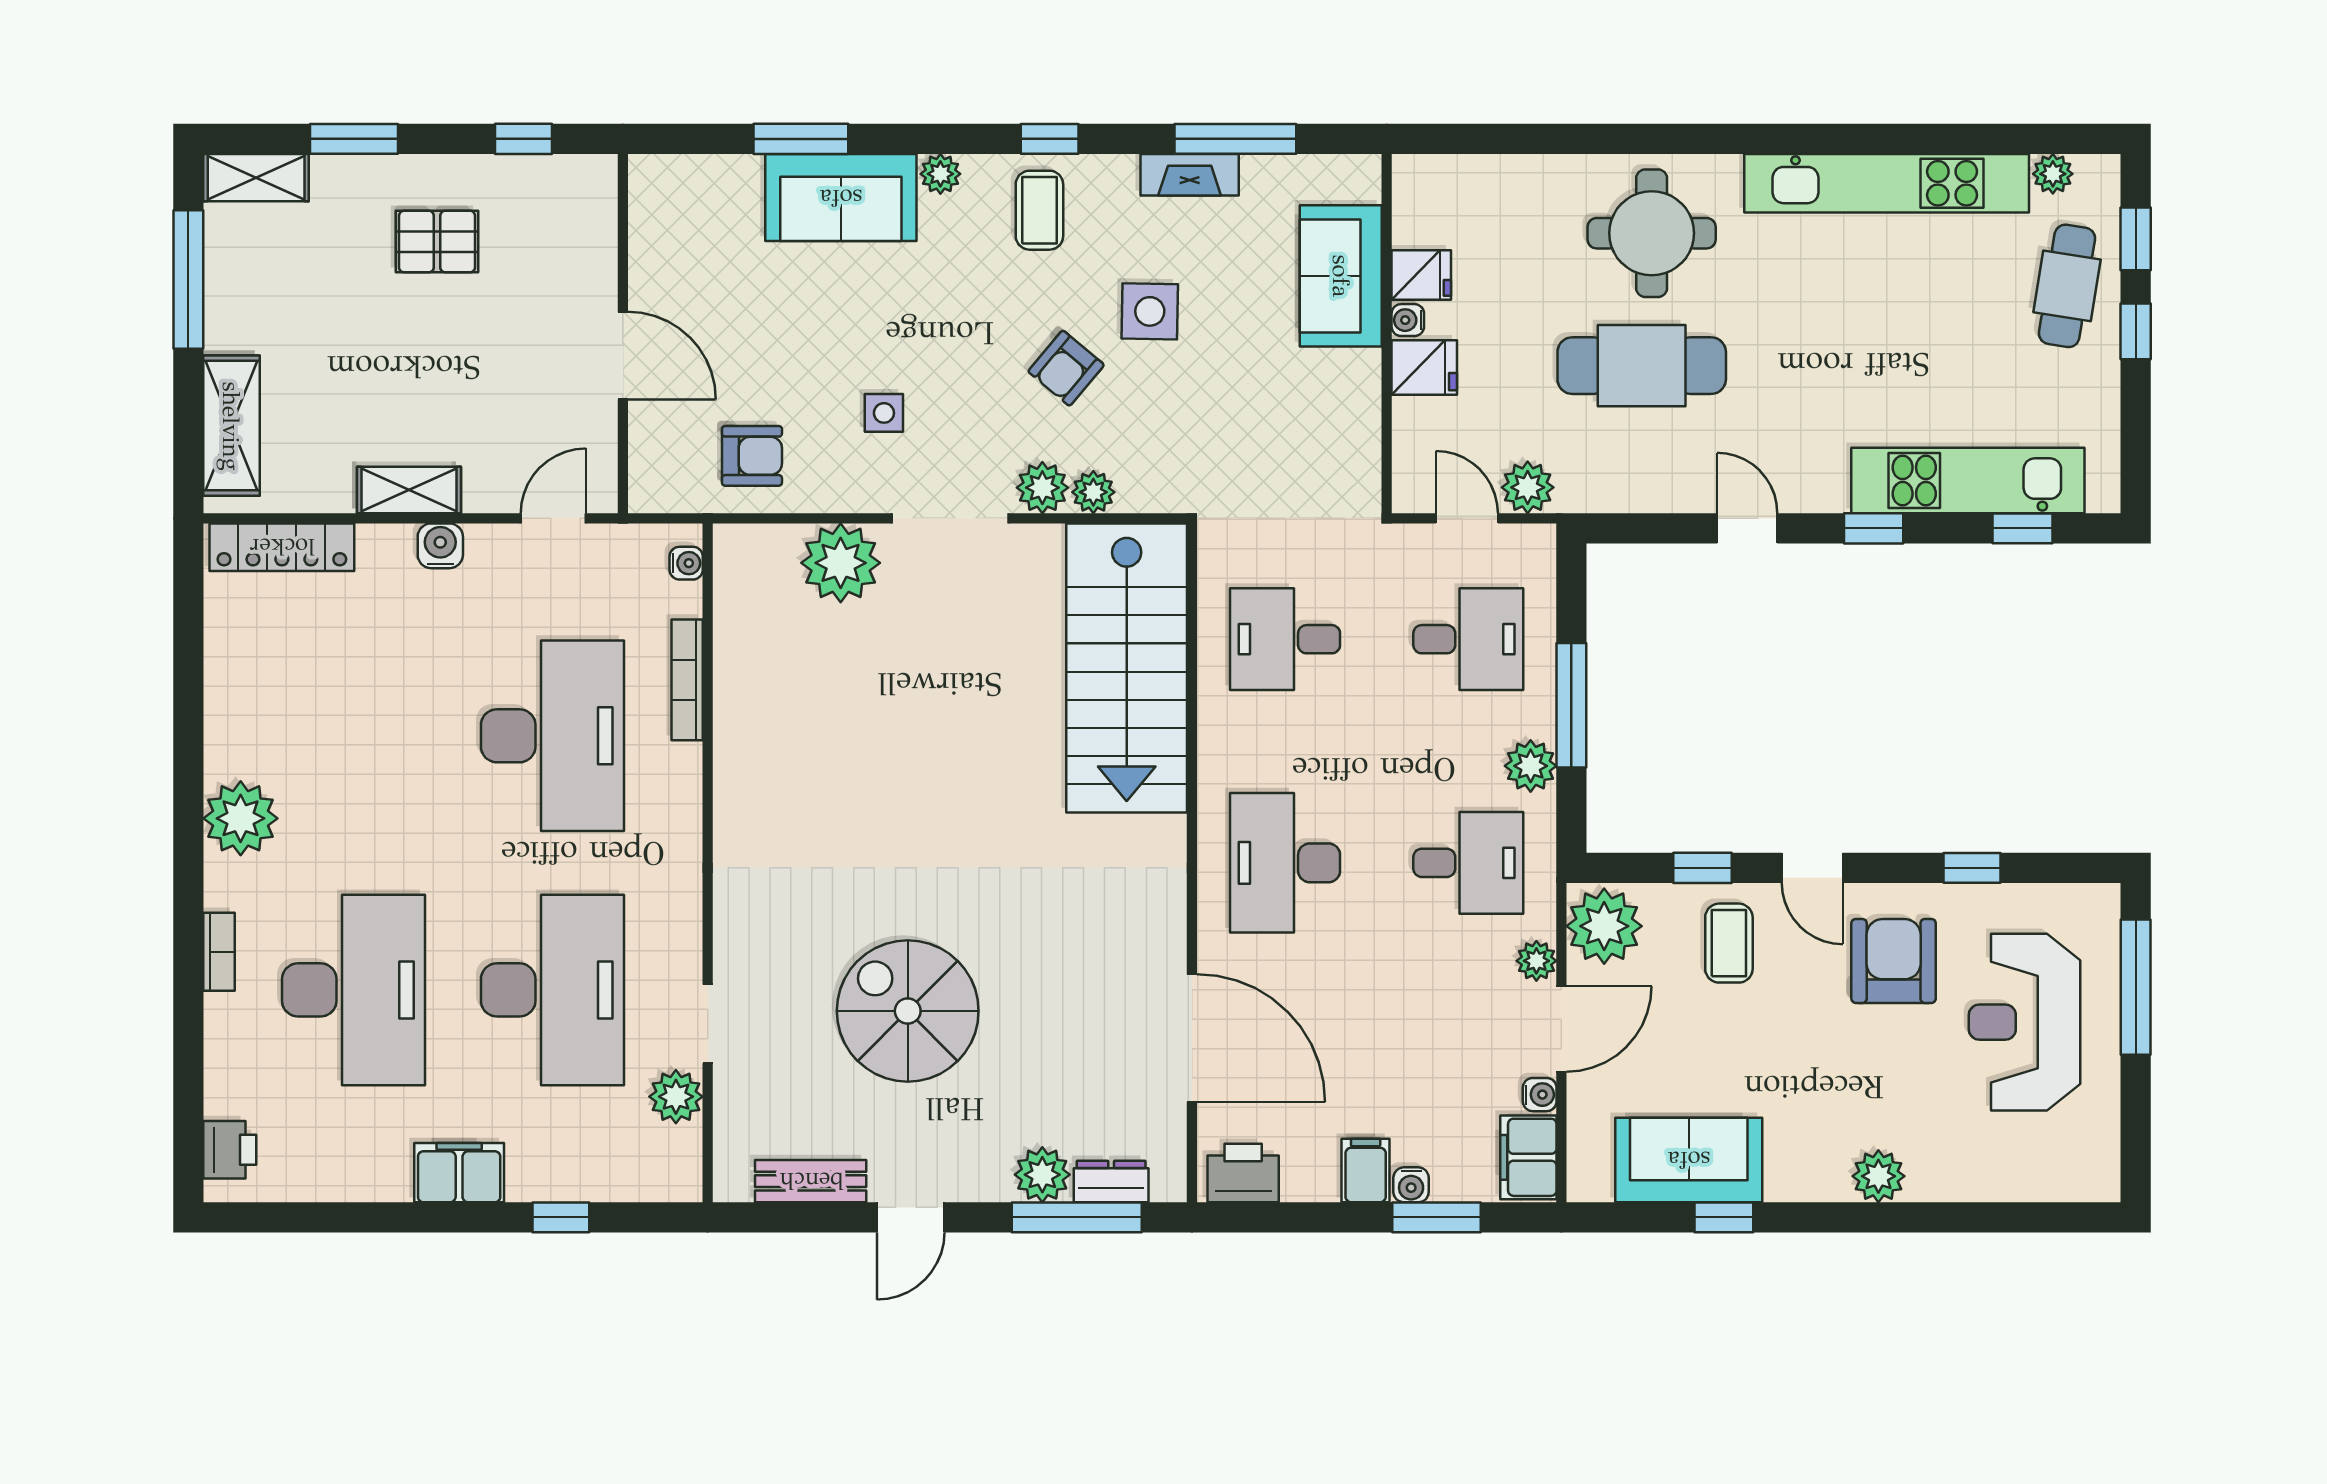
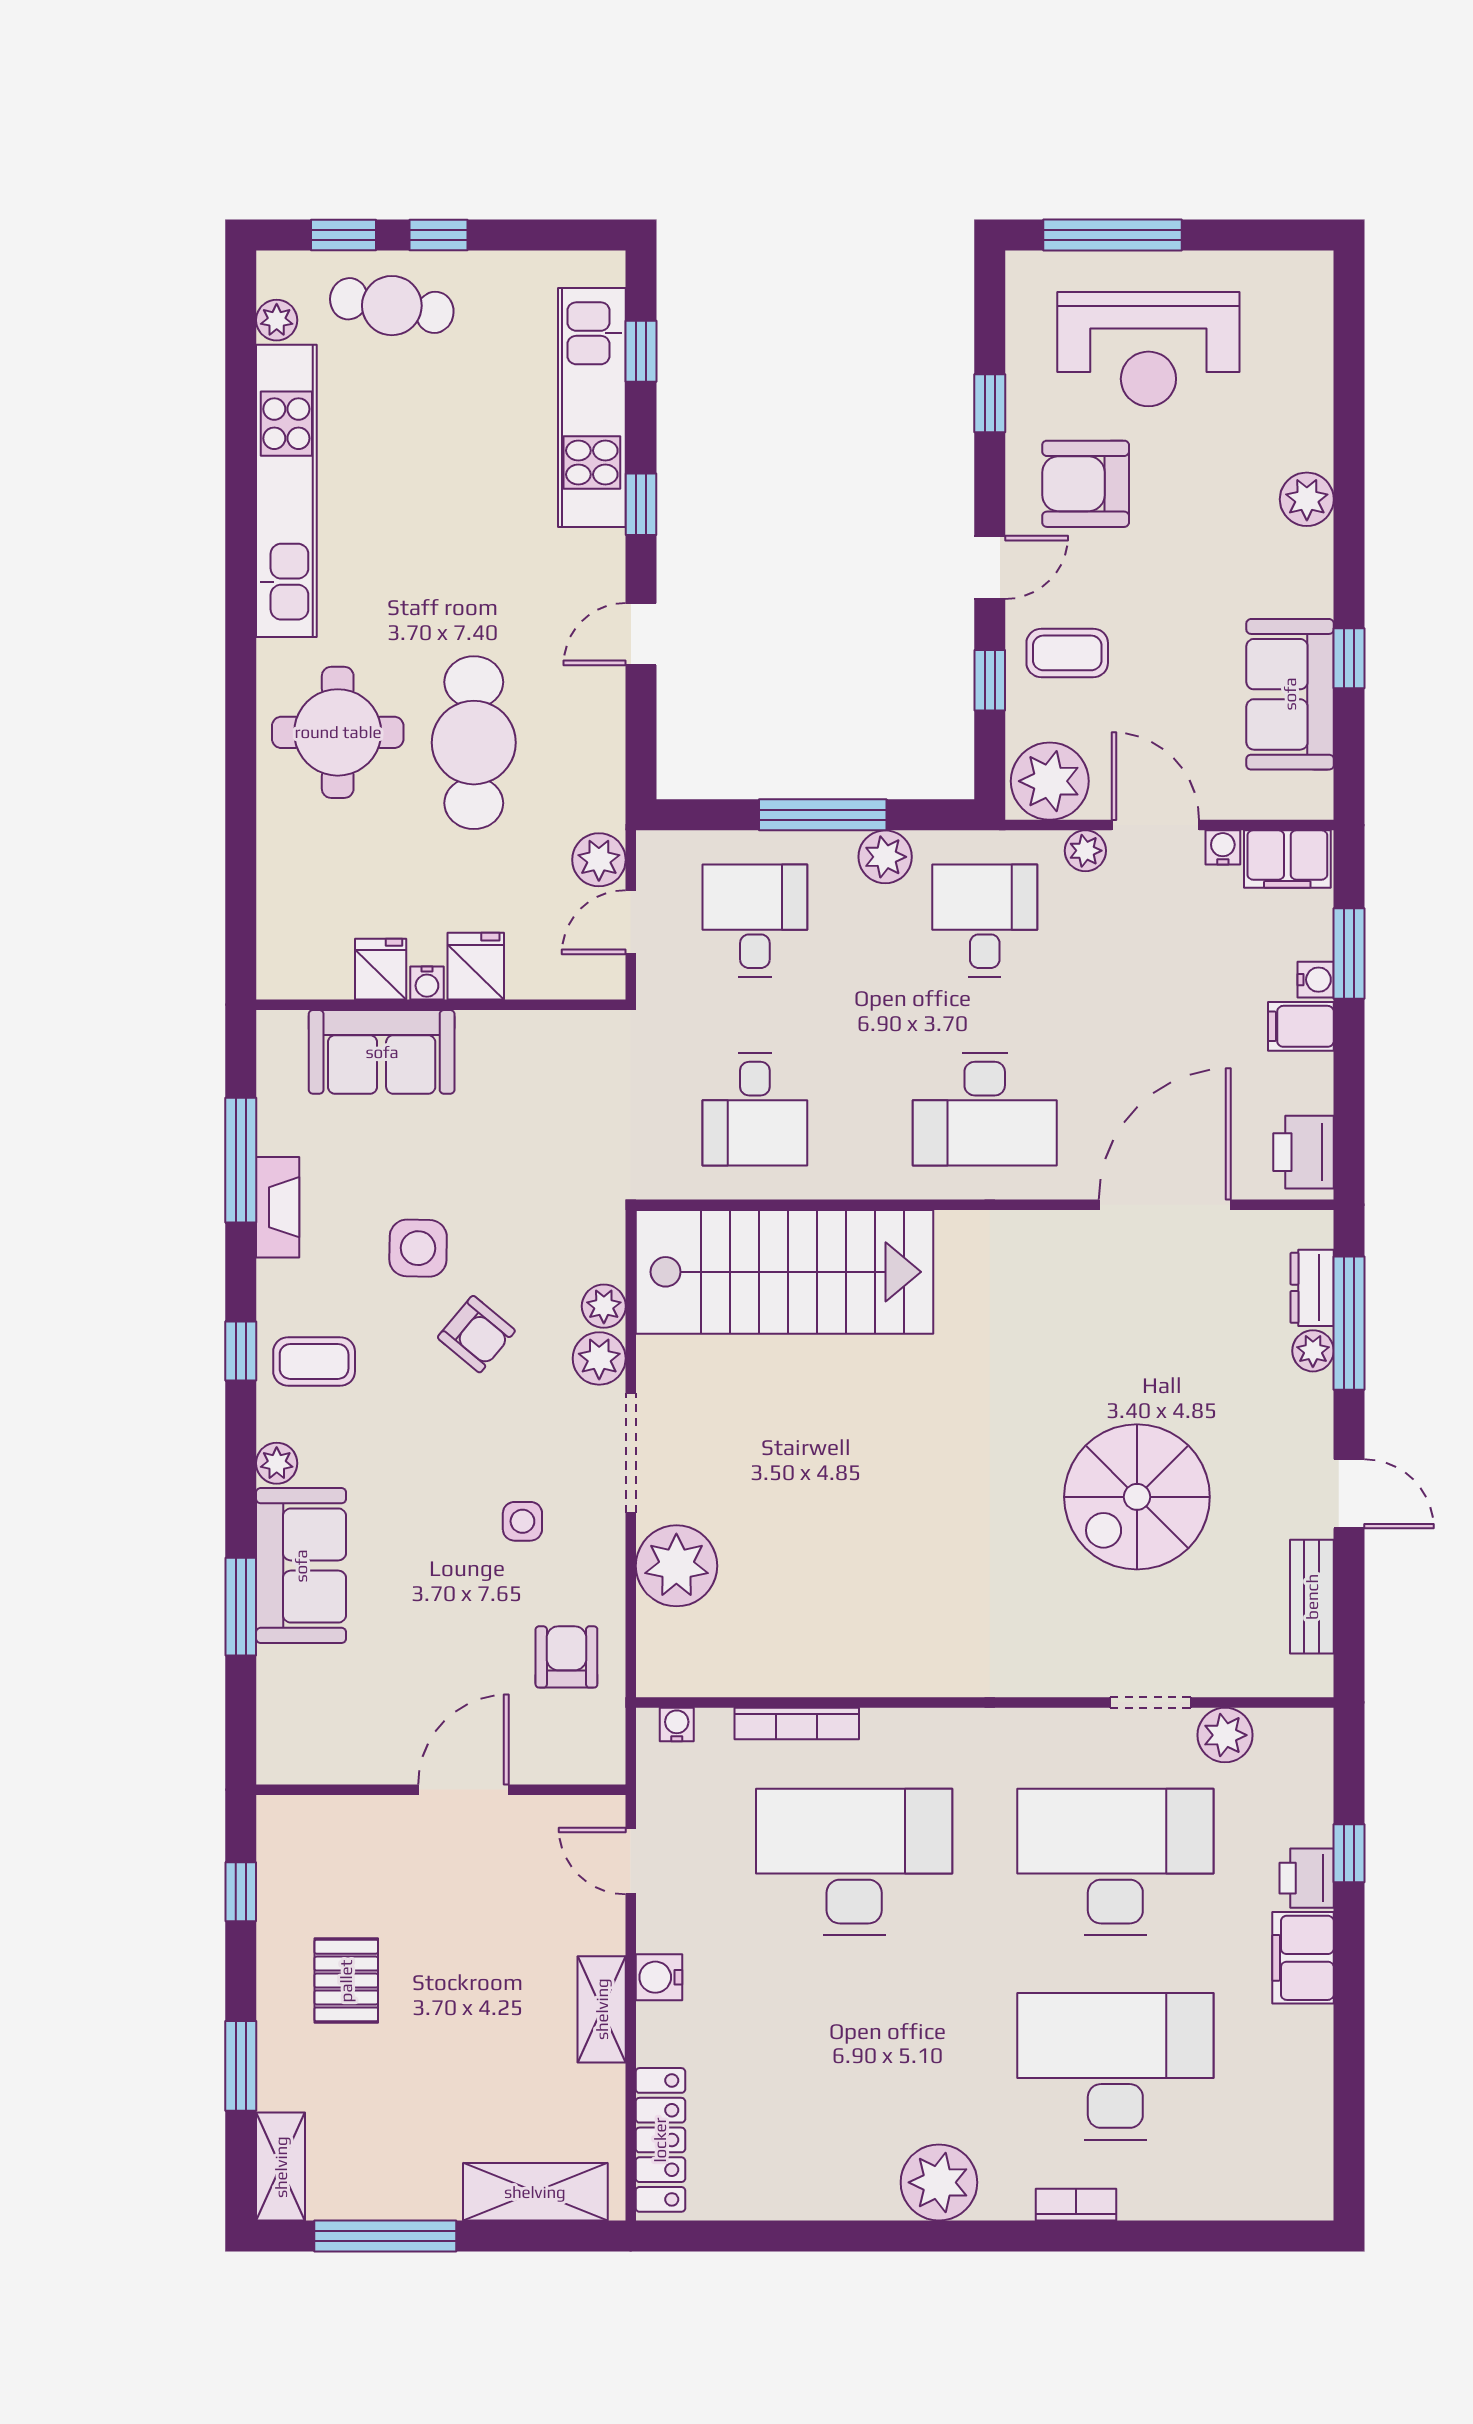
printer: (230, 1150) -> (1307, 1878), moved, turned -90
plant: (1042, 1175) -> (1313, 1351), width x0.73, depth x0.73

